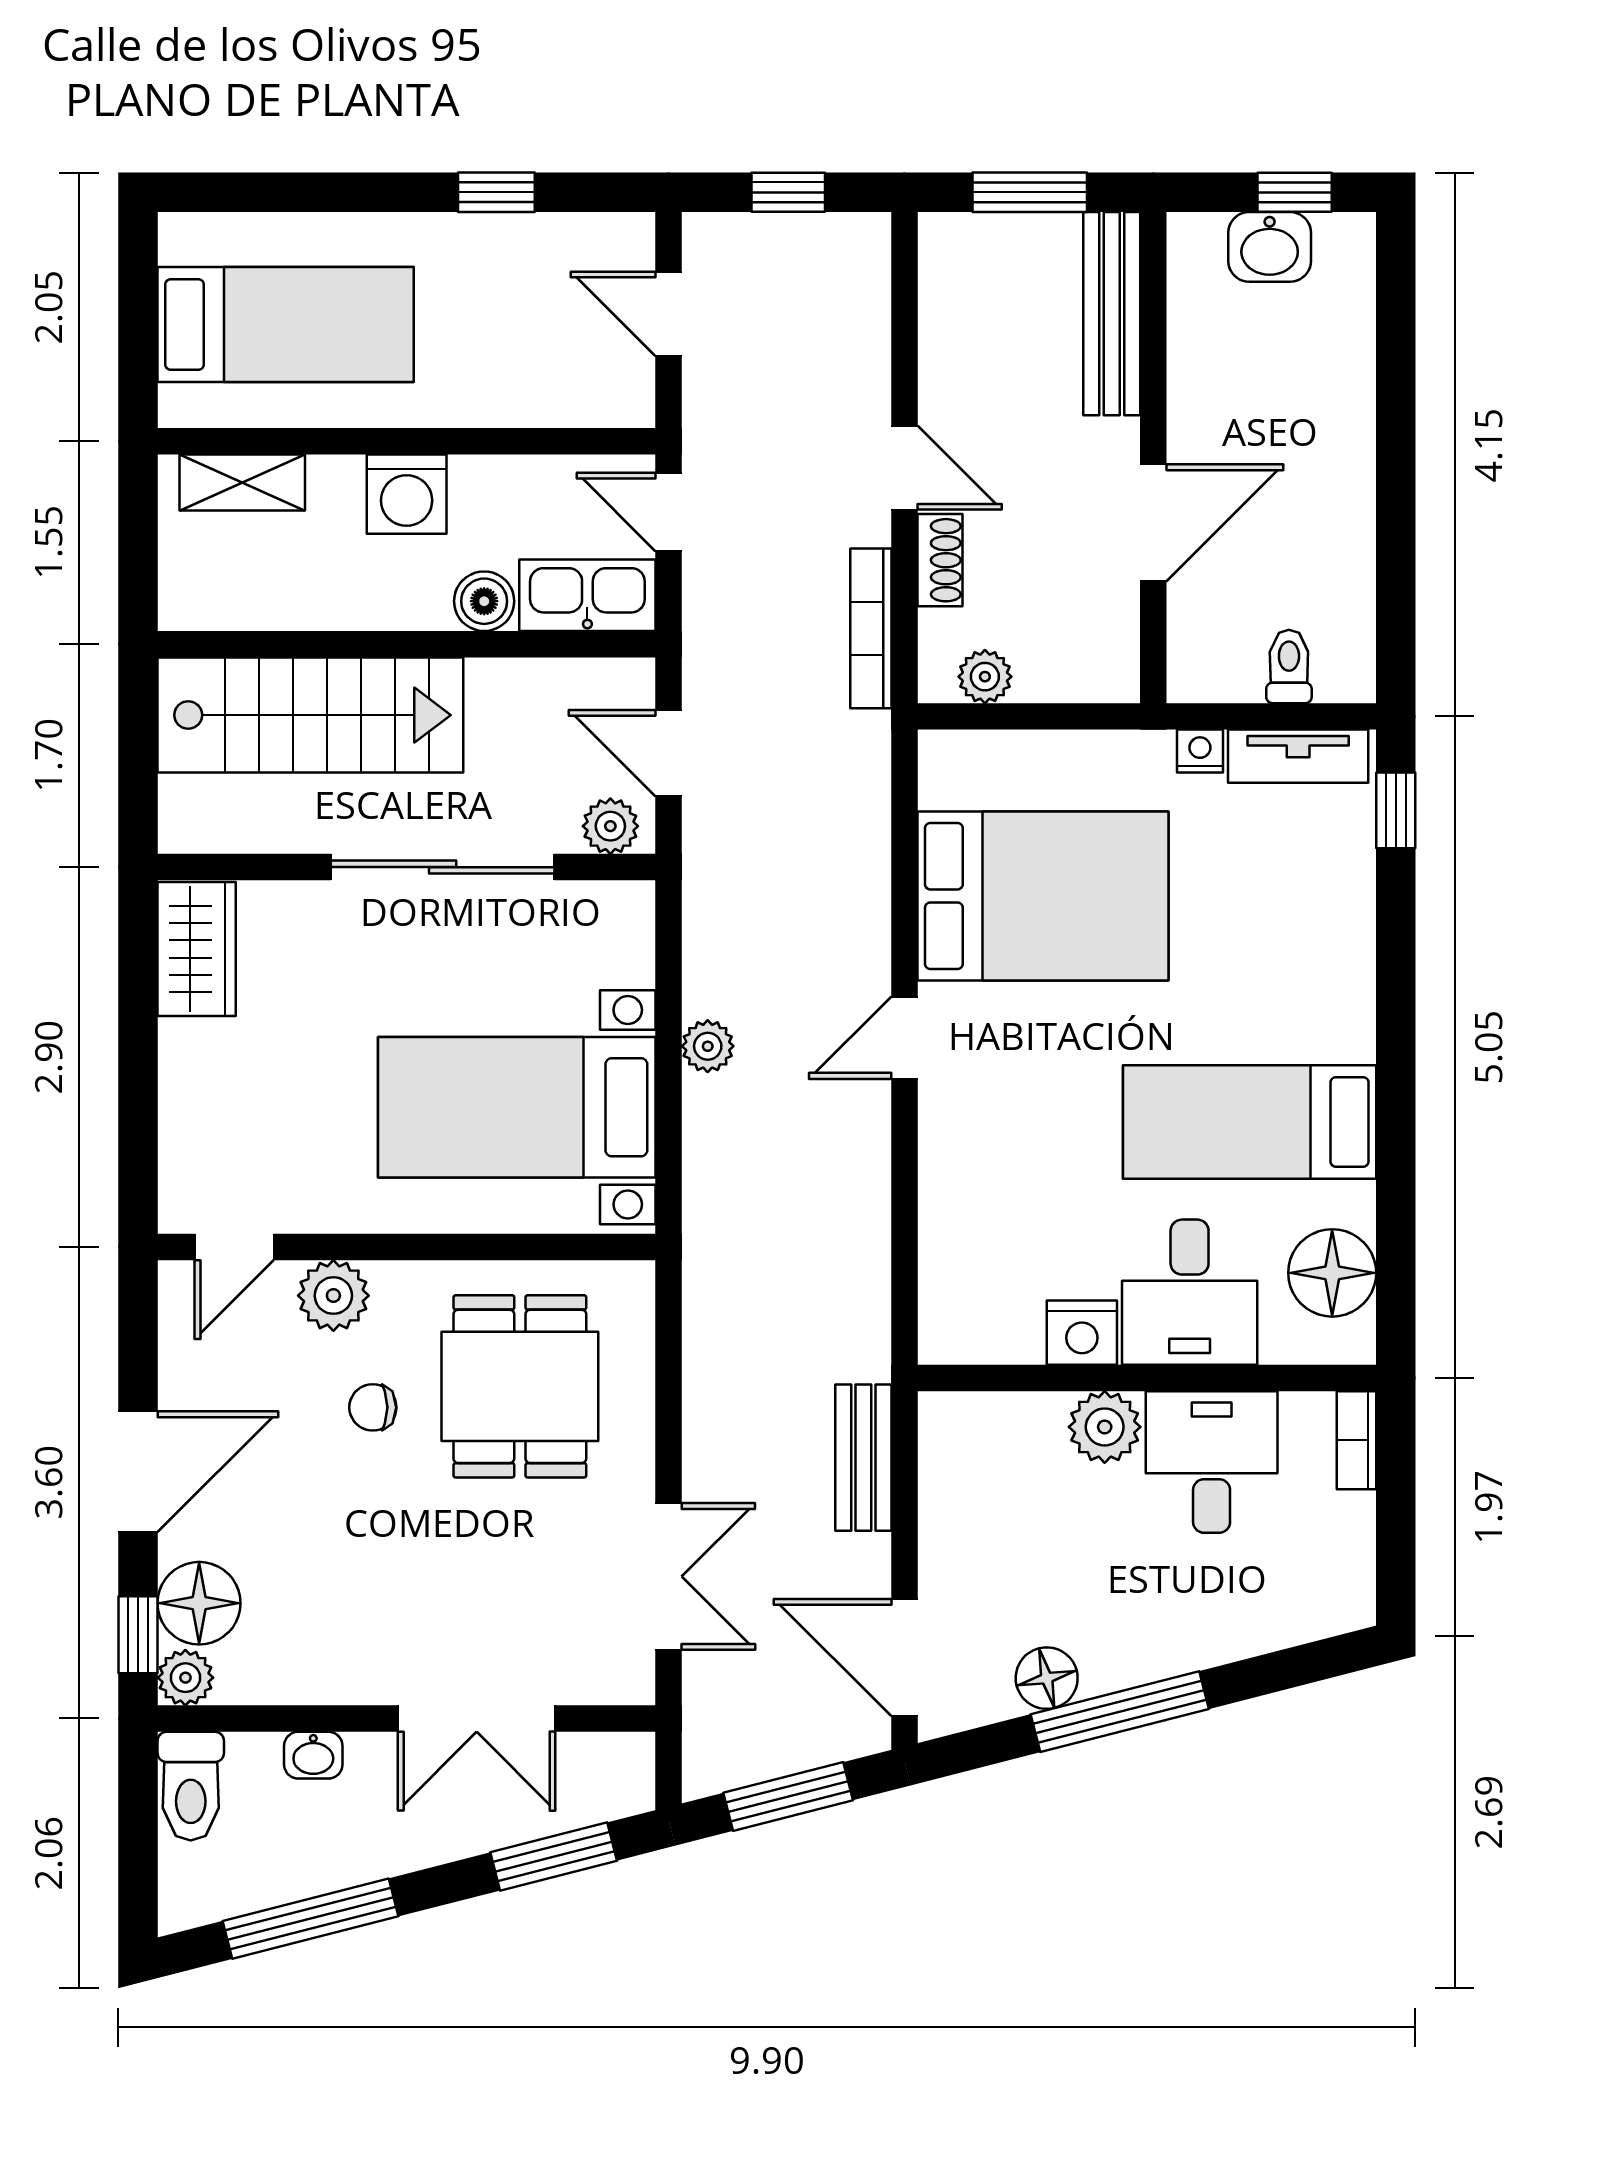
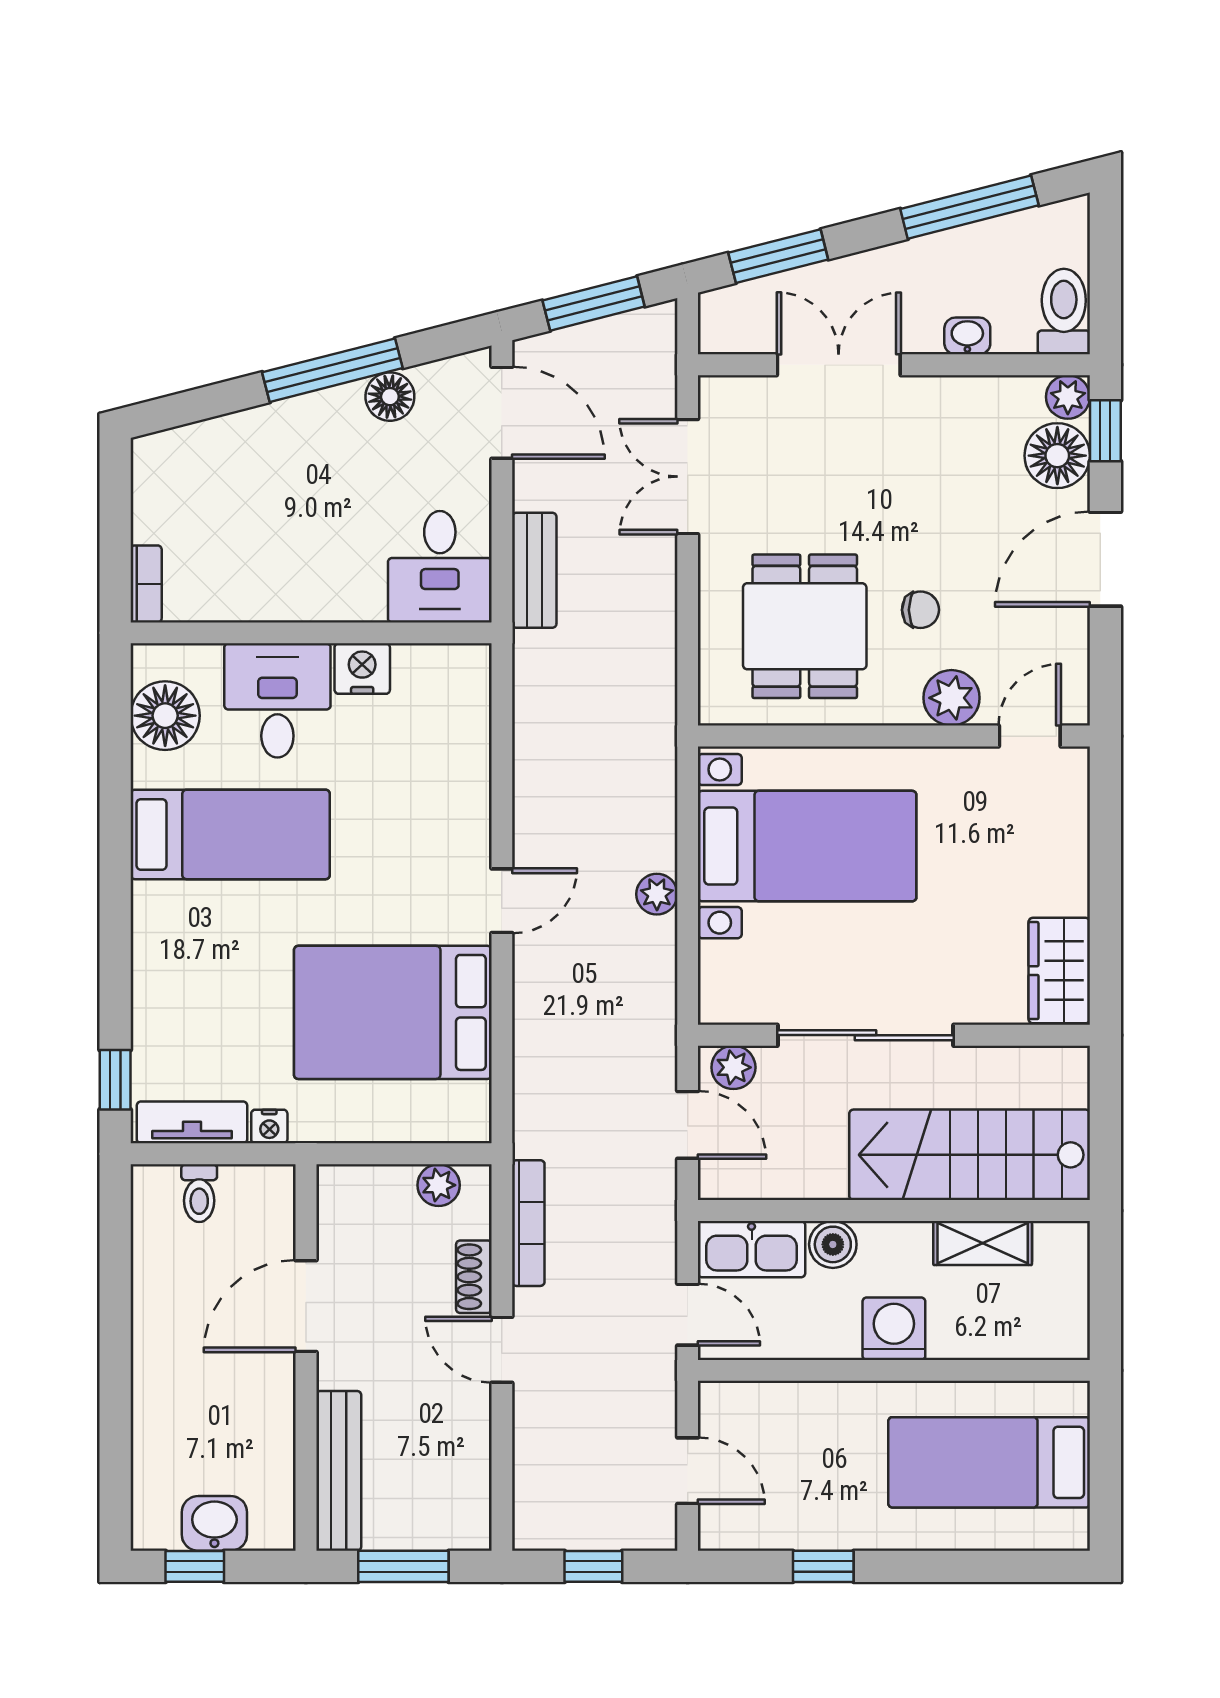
shelving: (242, 482) -> (983, 1243), moved
plant: (1105, 1427) -> (344, 594), removed
desk: (1212, 1462) -> (440, 567), moved

